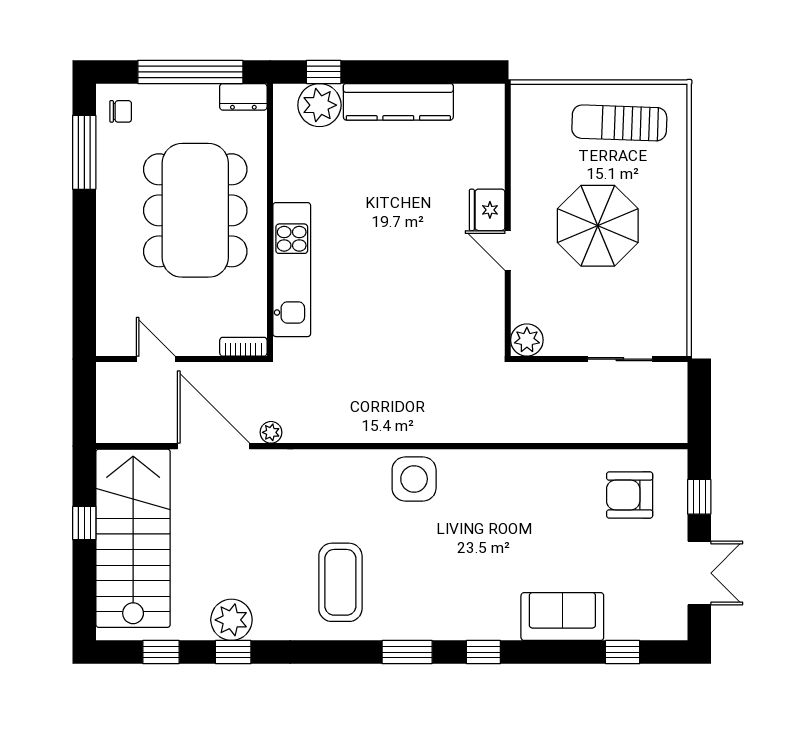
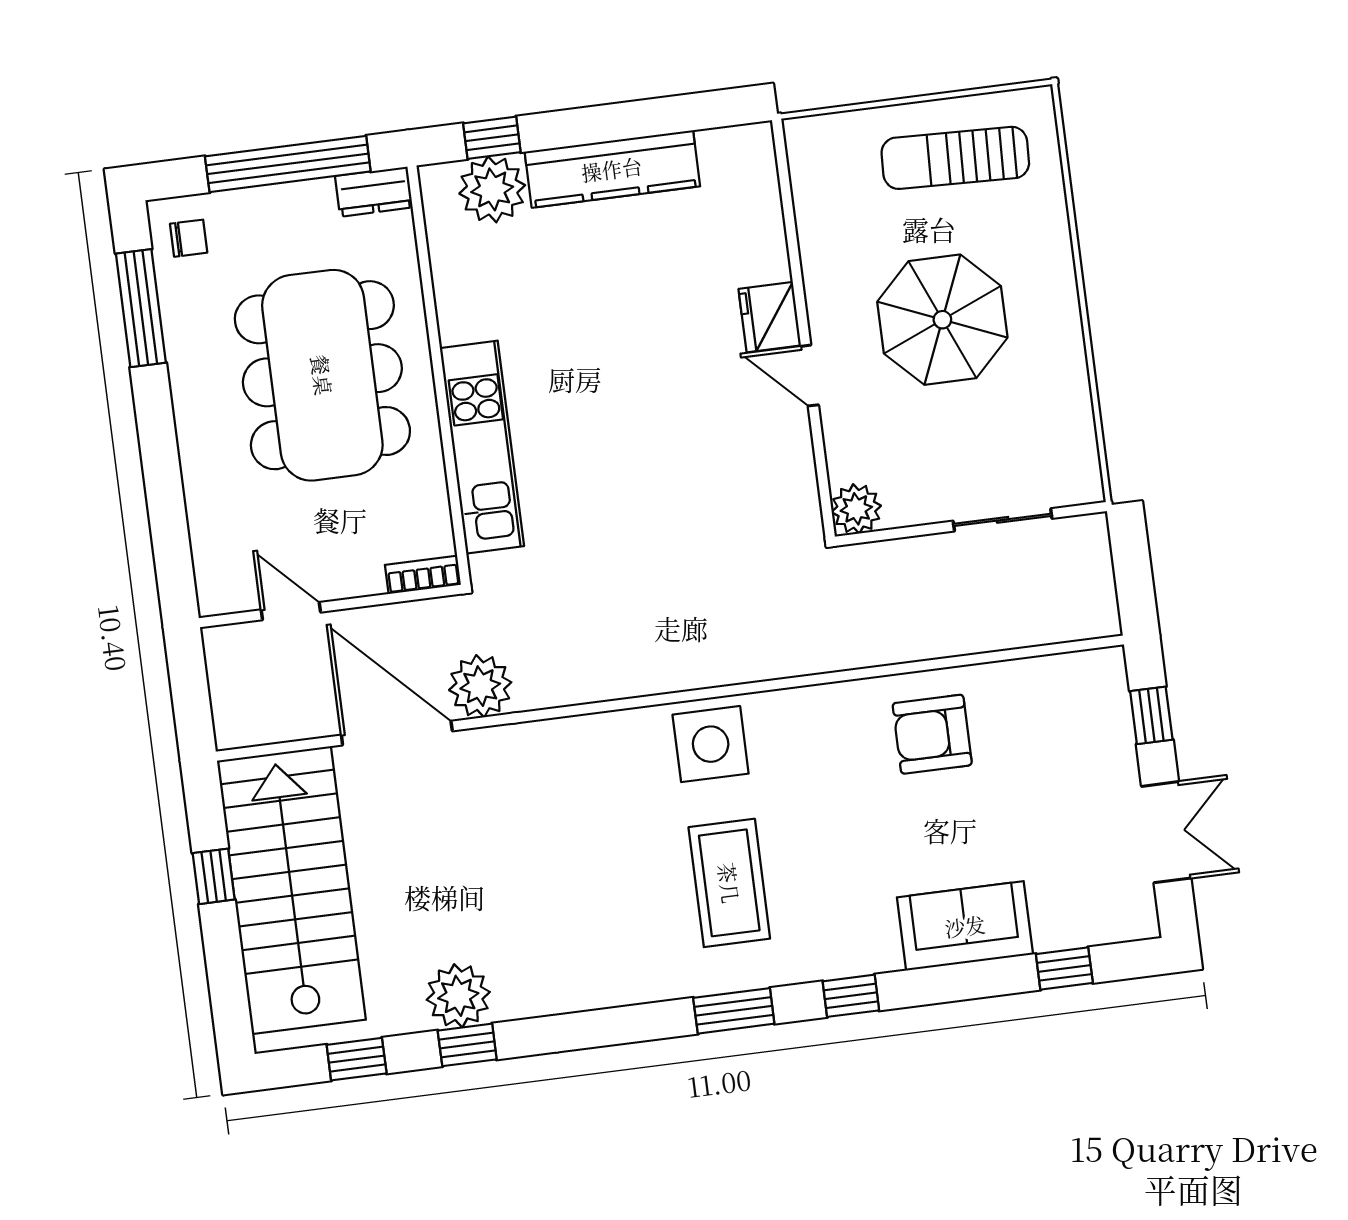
plant: (271, 432) -> (480, 686), width x1.87, depth x1.87
armchair: (630, 495) -> (932, 734), moved
coffee table: (340, 582) -> (729, 883), moved

